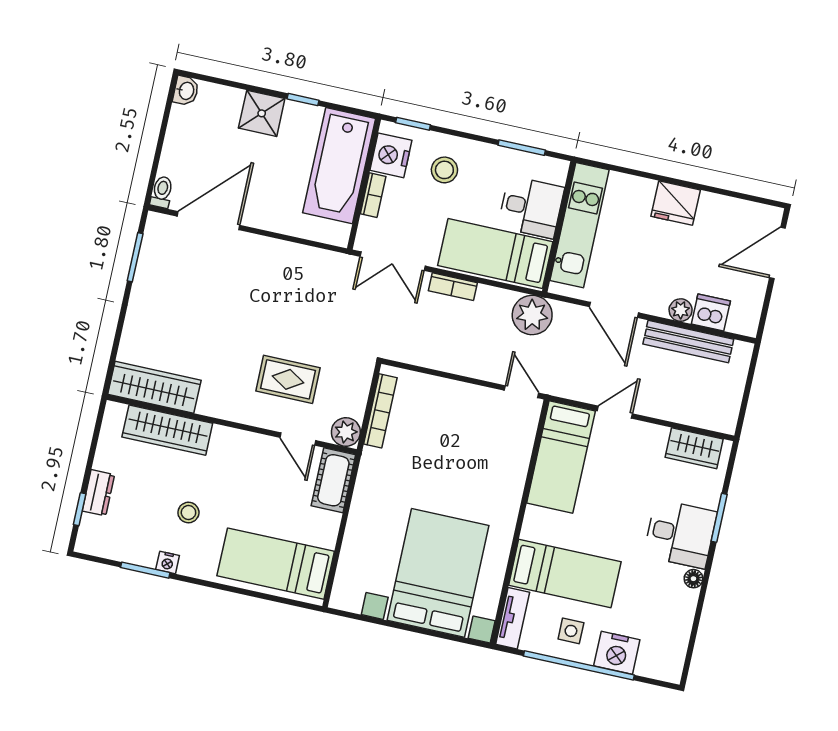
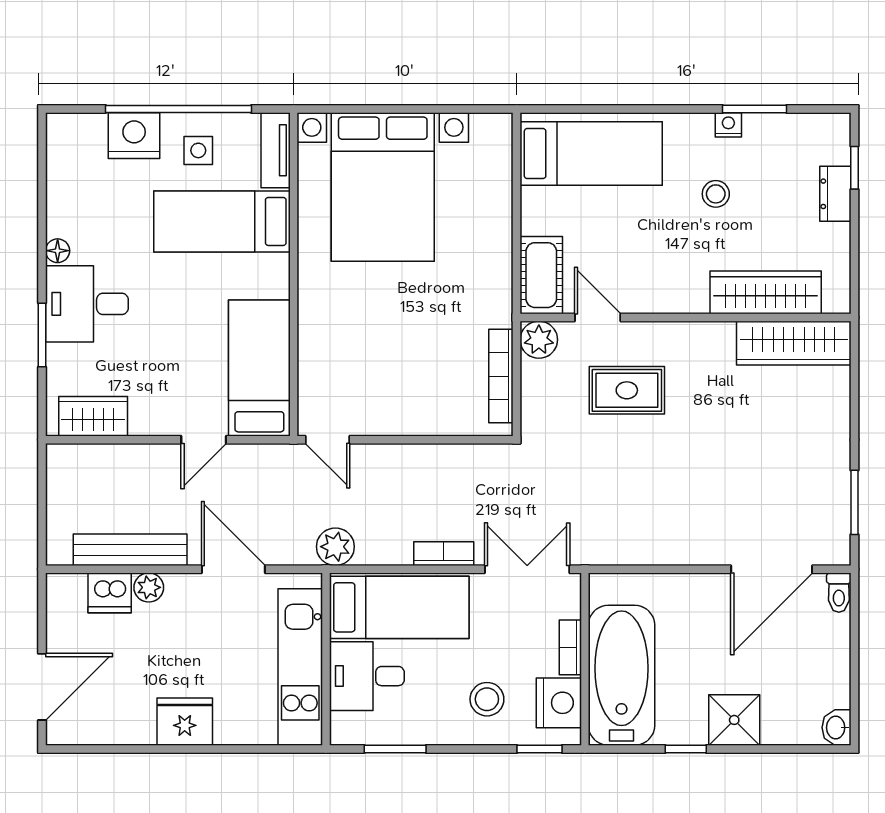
plant: (532, 315) -> (335, 547), width x0.73, depth x0.73

